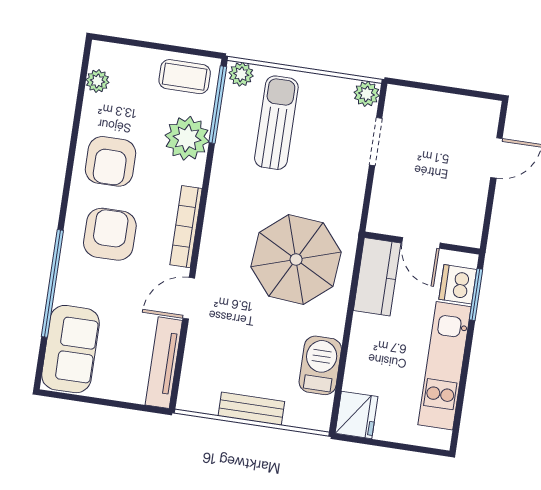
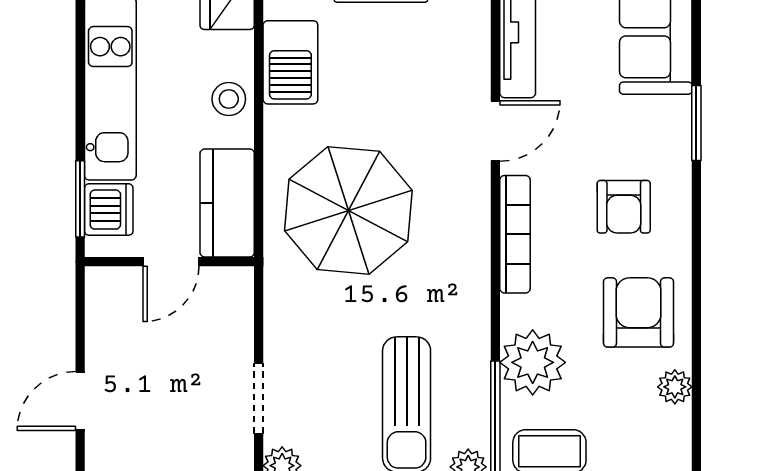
plant: (98, 81) -> (675, 387), moved
armchair: (110, 234) -> (624, 207), width x0.72, depth x0.72
door: (421, 243) -> (171, 262), swing flipped
window: (52, 283) -> (696, 123), width x0.47
stool: (366, 347) -> (229, 99), added

